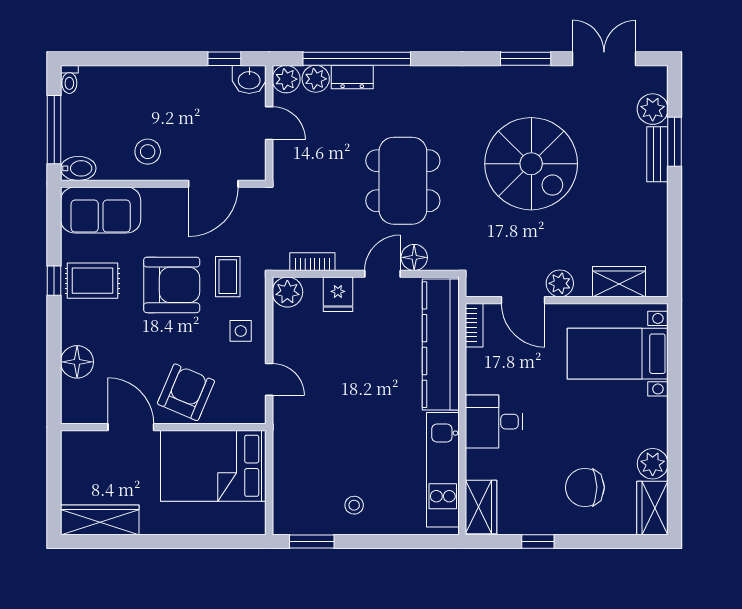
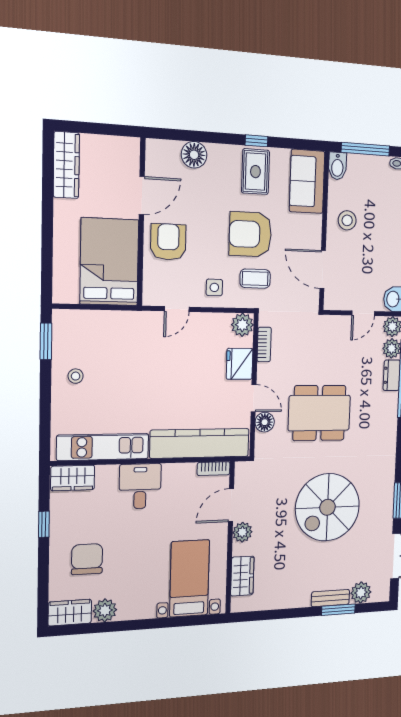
armchair: (172, 285) -> (250, 234), turned 90
fridge: (338, 294) -> (240, 364), width x1.38
armchair: (186, 392) -> (168, 242), turned -113

